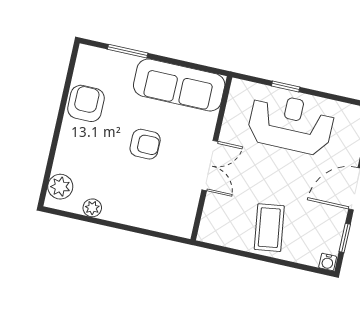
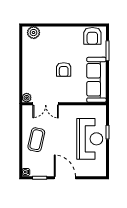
armchair: (86, 103) -> (92, 36), moved, turned 90
double door: (210, 166) -> (46, 104), moved
plant: (92, 208) -> (27, 98), moved
coffee table: (269, 228) -> (36, 140), turned -69

